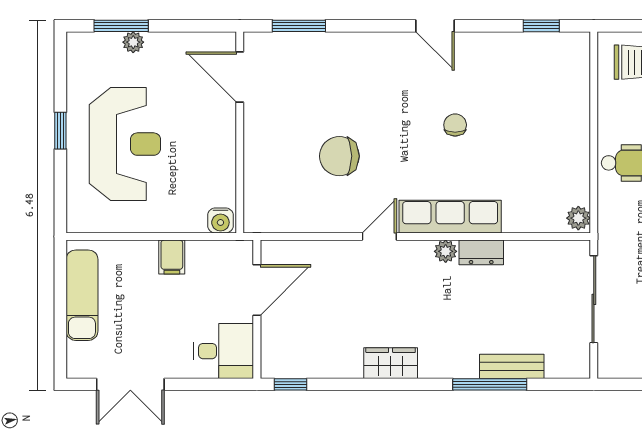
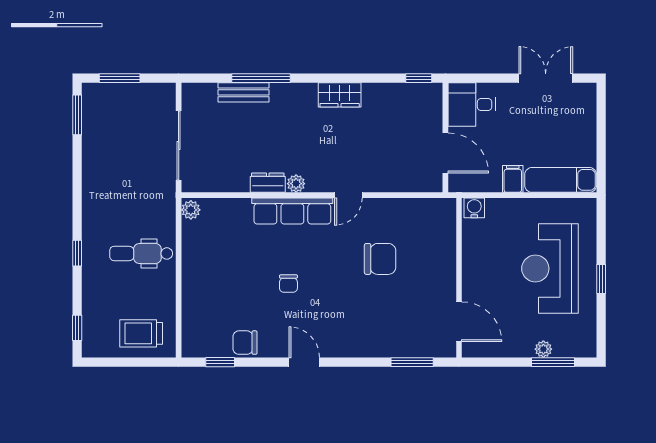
chair: (510, 50) -> (245, 343), added
door: (257, 290) -> (445, 153), swing flipped
exam couch: (82, 295) -> (561, 180), moved, turned 90

